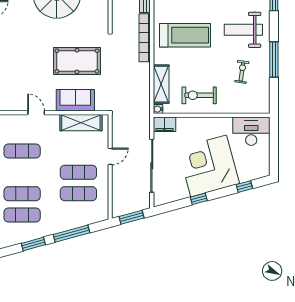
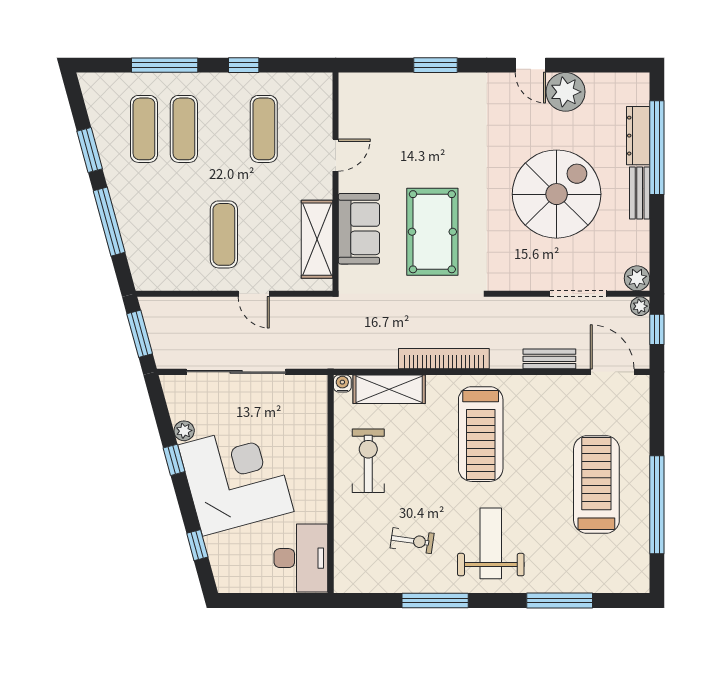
bookcase: (145, 38) -> (444, 359), moved
filing cabinet: (164, 124) -> (314, 396), removed
exercise mat: (78, 194) -> (184, 234), removed
plant: (183, 194) -> (184, 431), added

